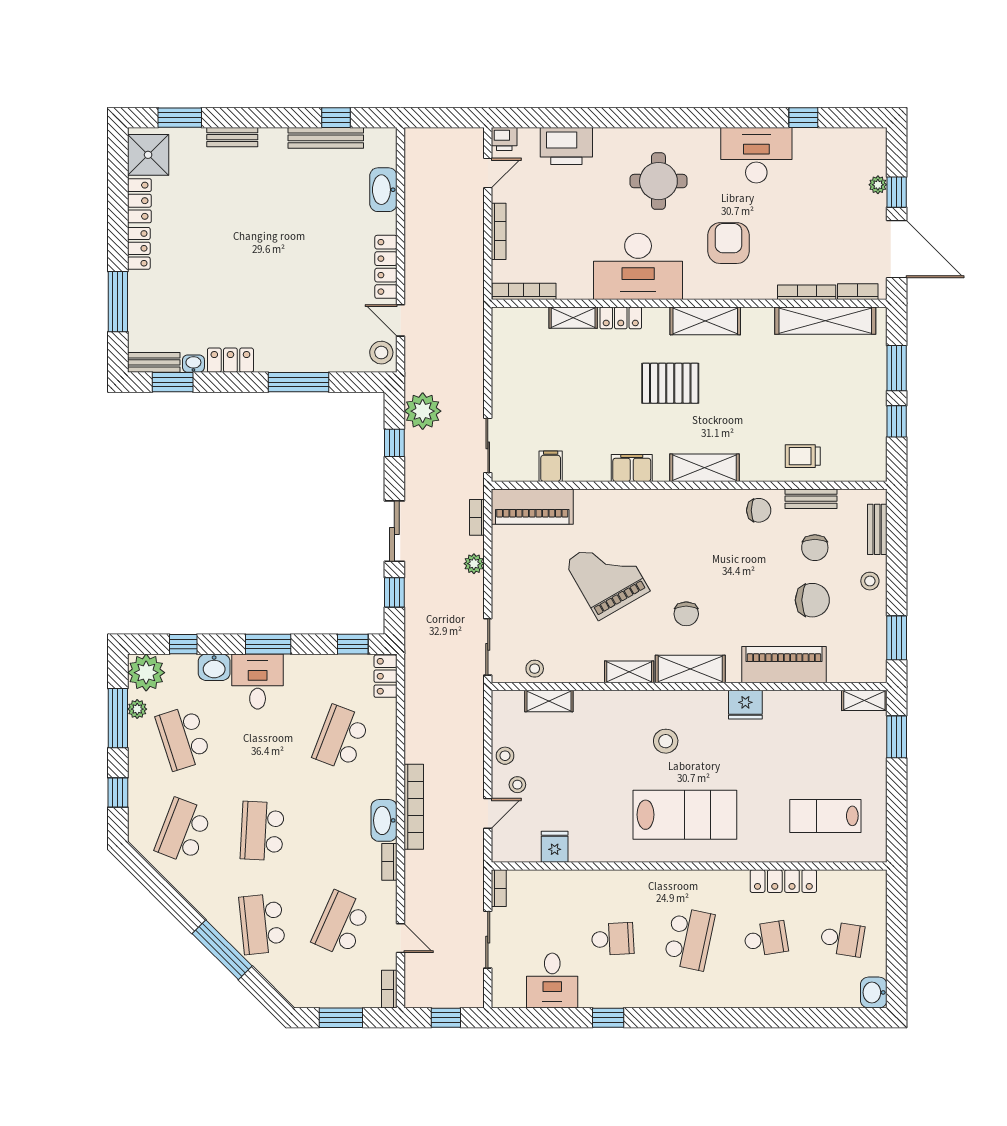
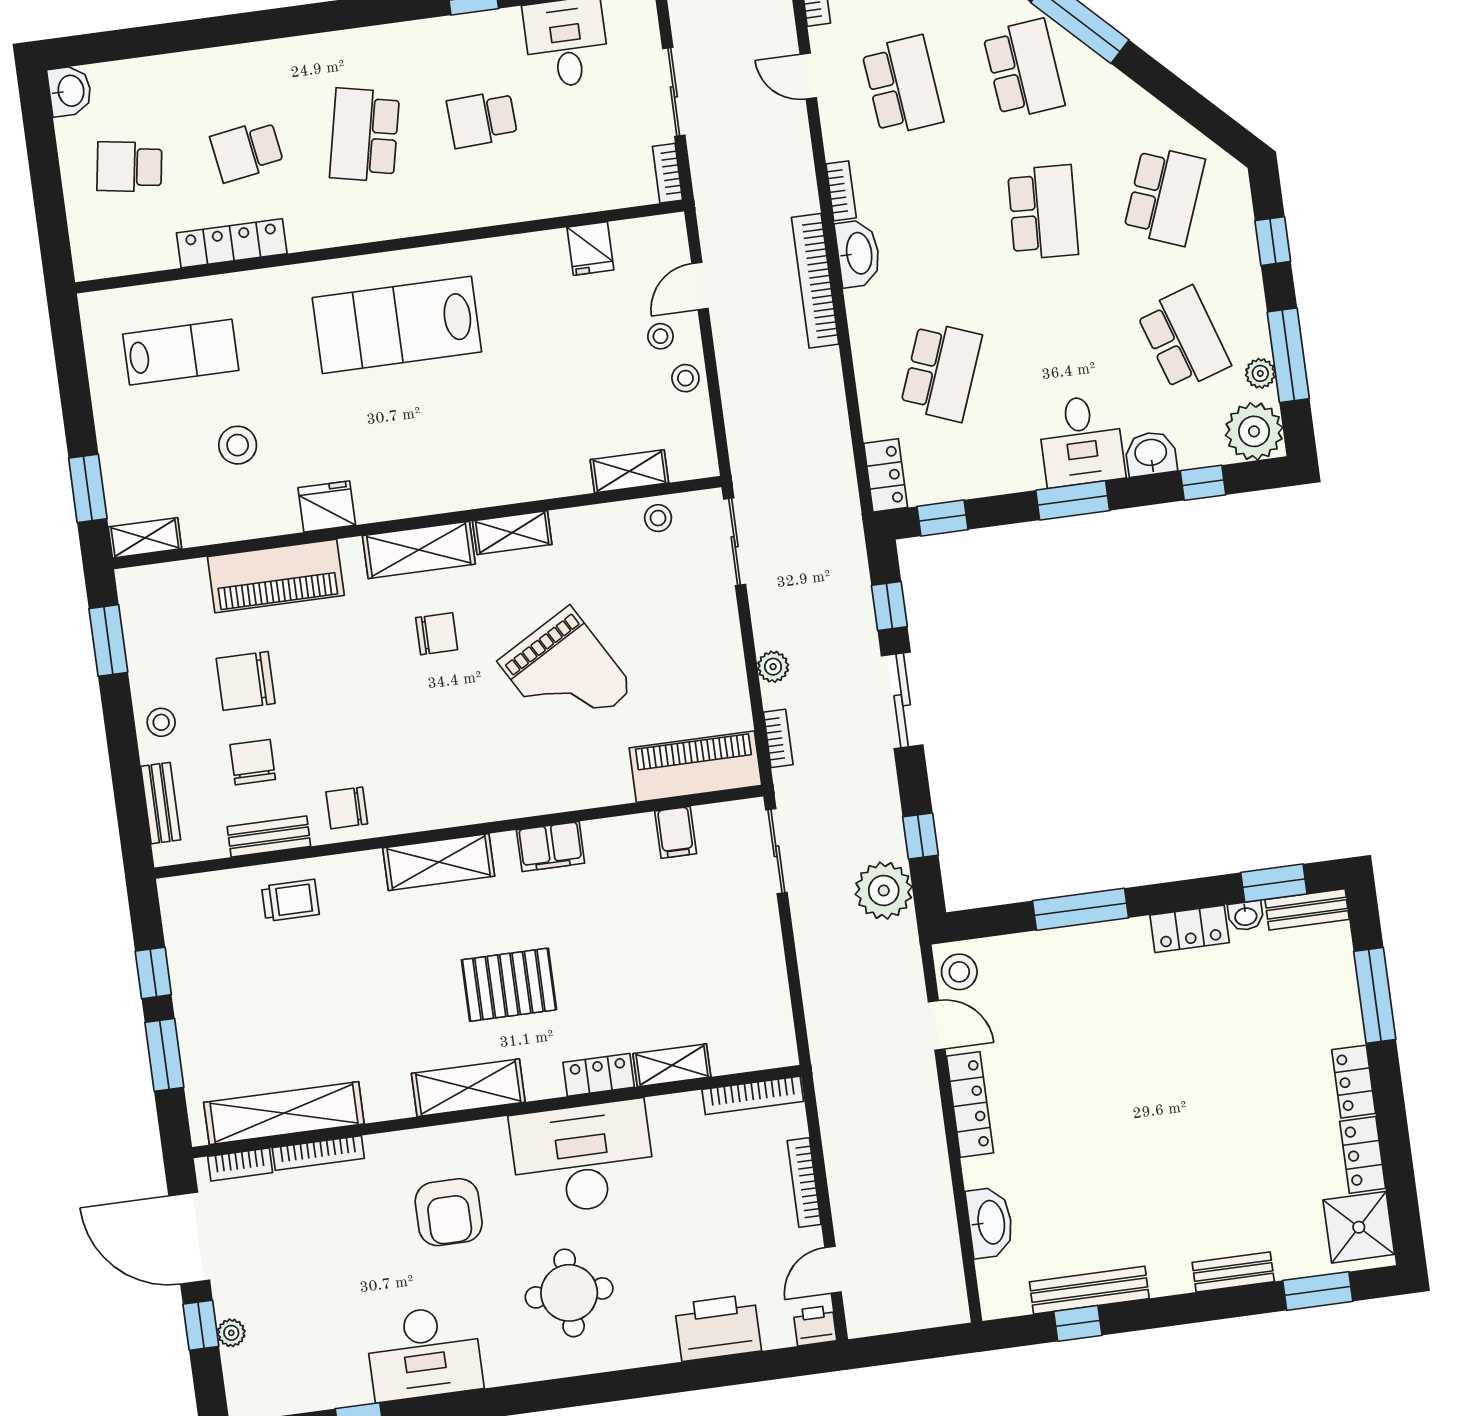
chair: (686, 614) -> (437, 634), turned 90
stool: (666, 741) -> (238, 445), moved
school desk: (341, 924) -> (902, 85), turned -30

